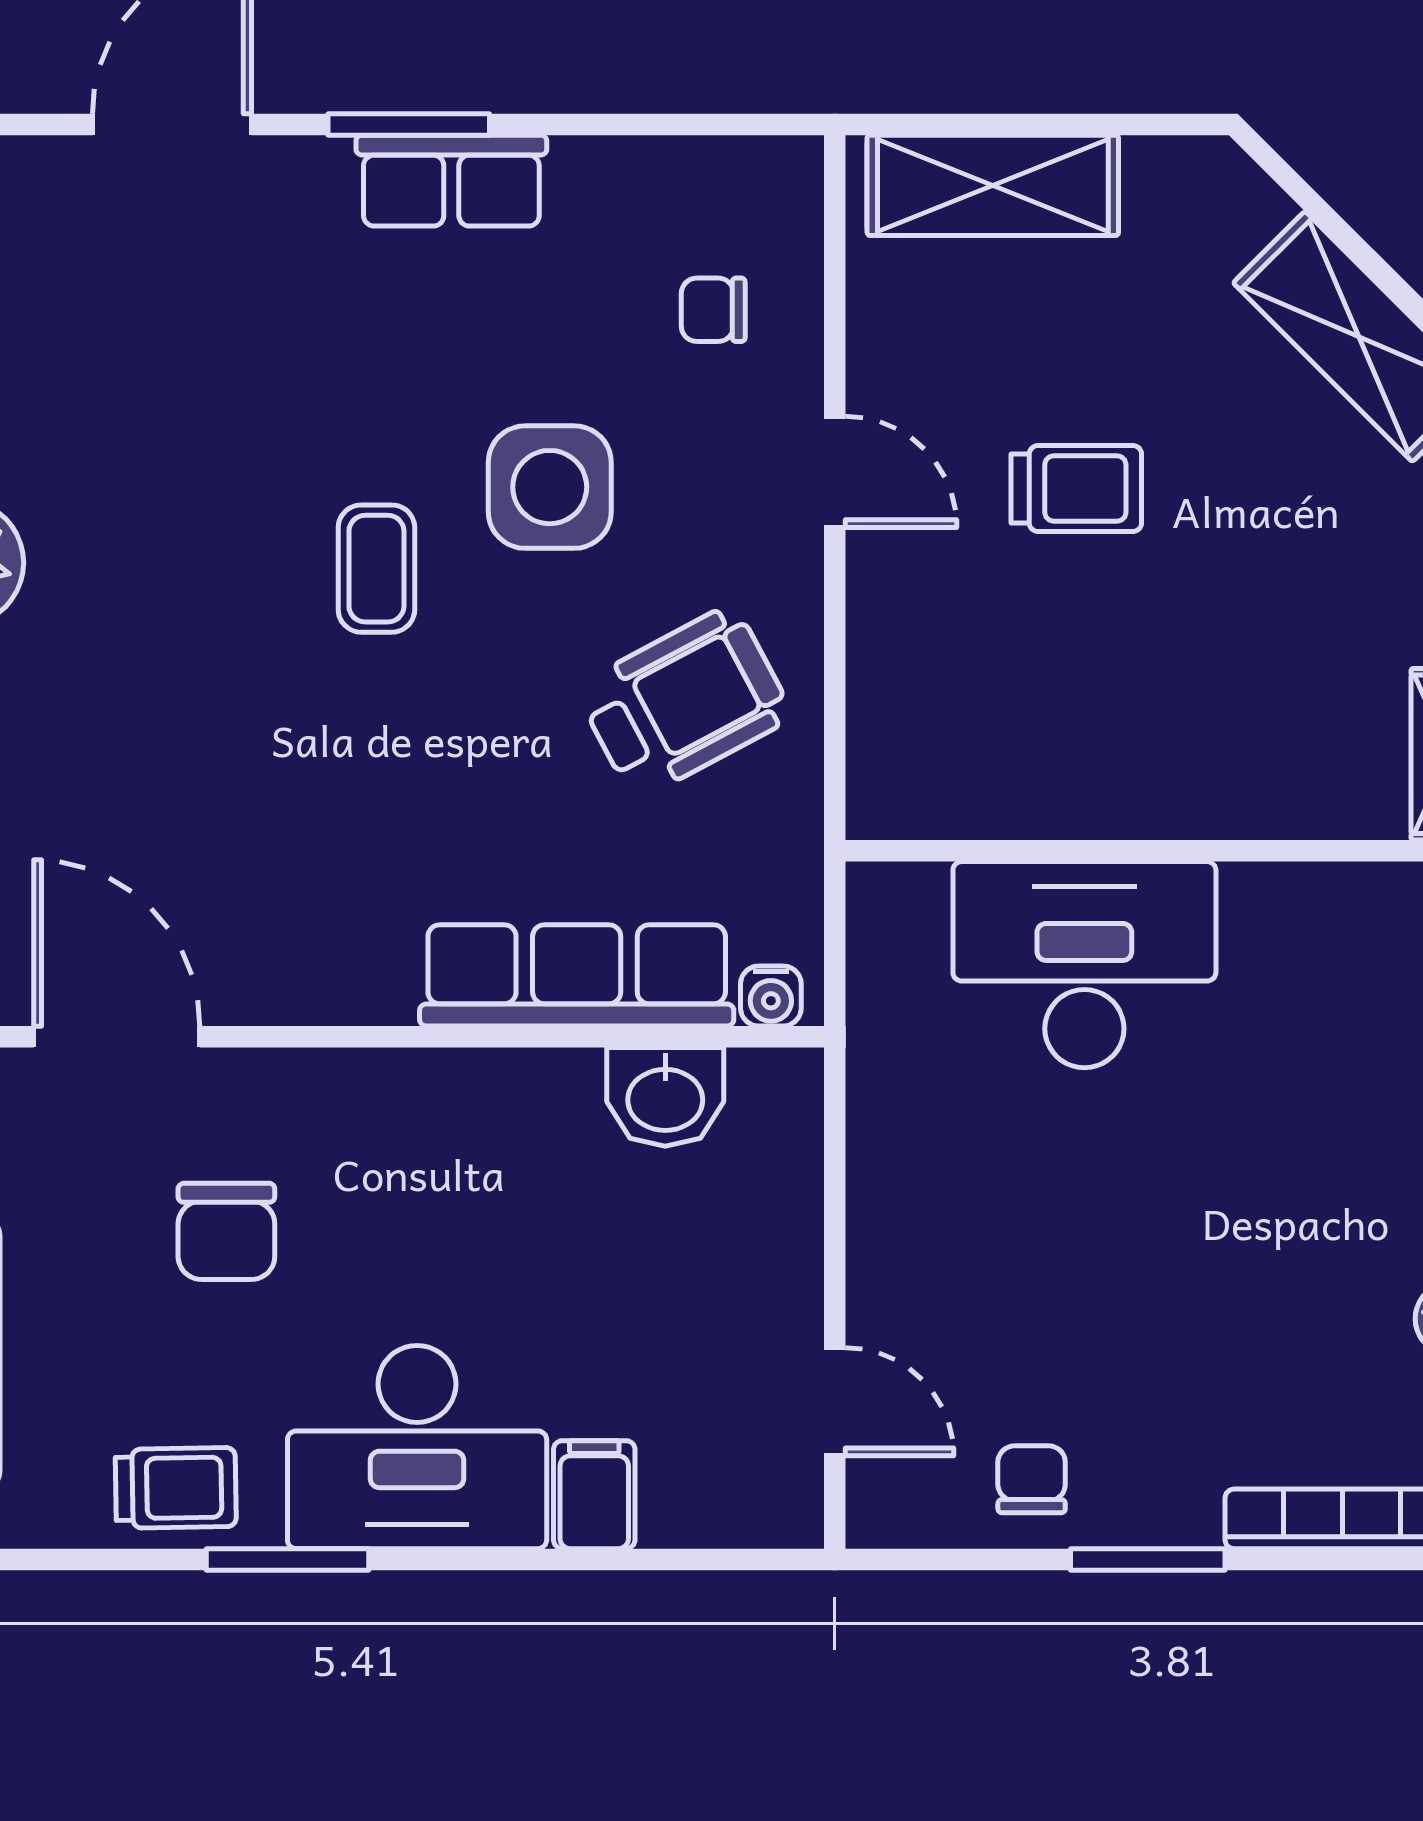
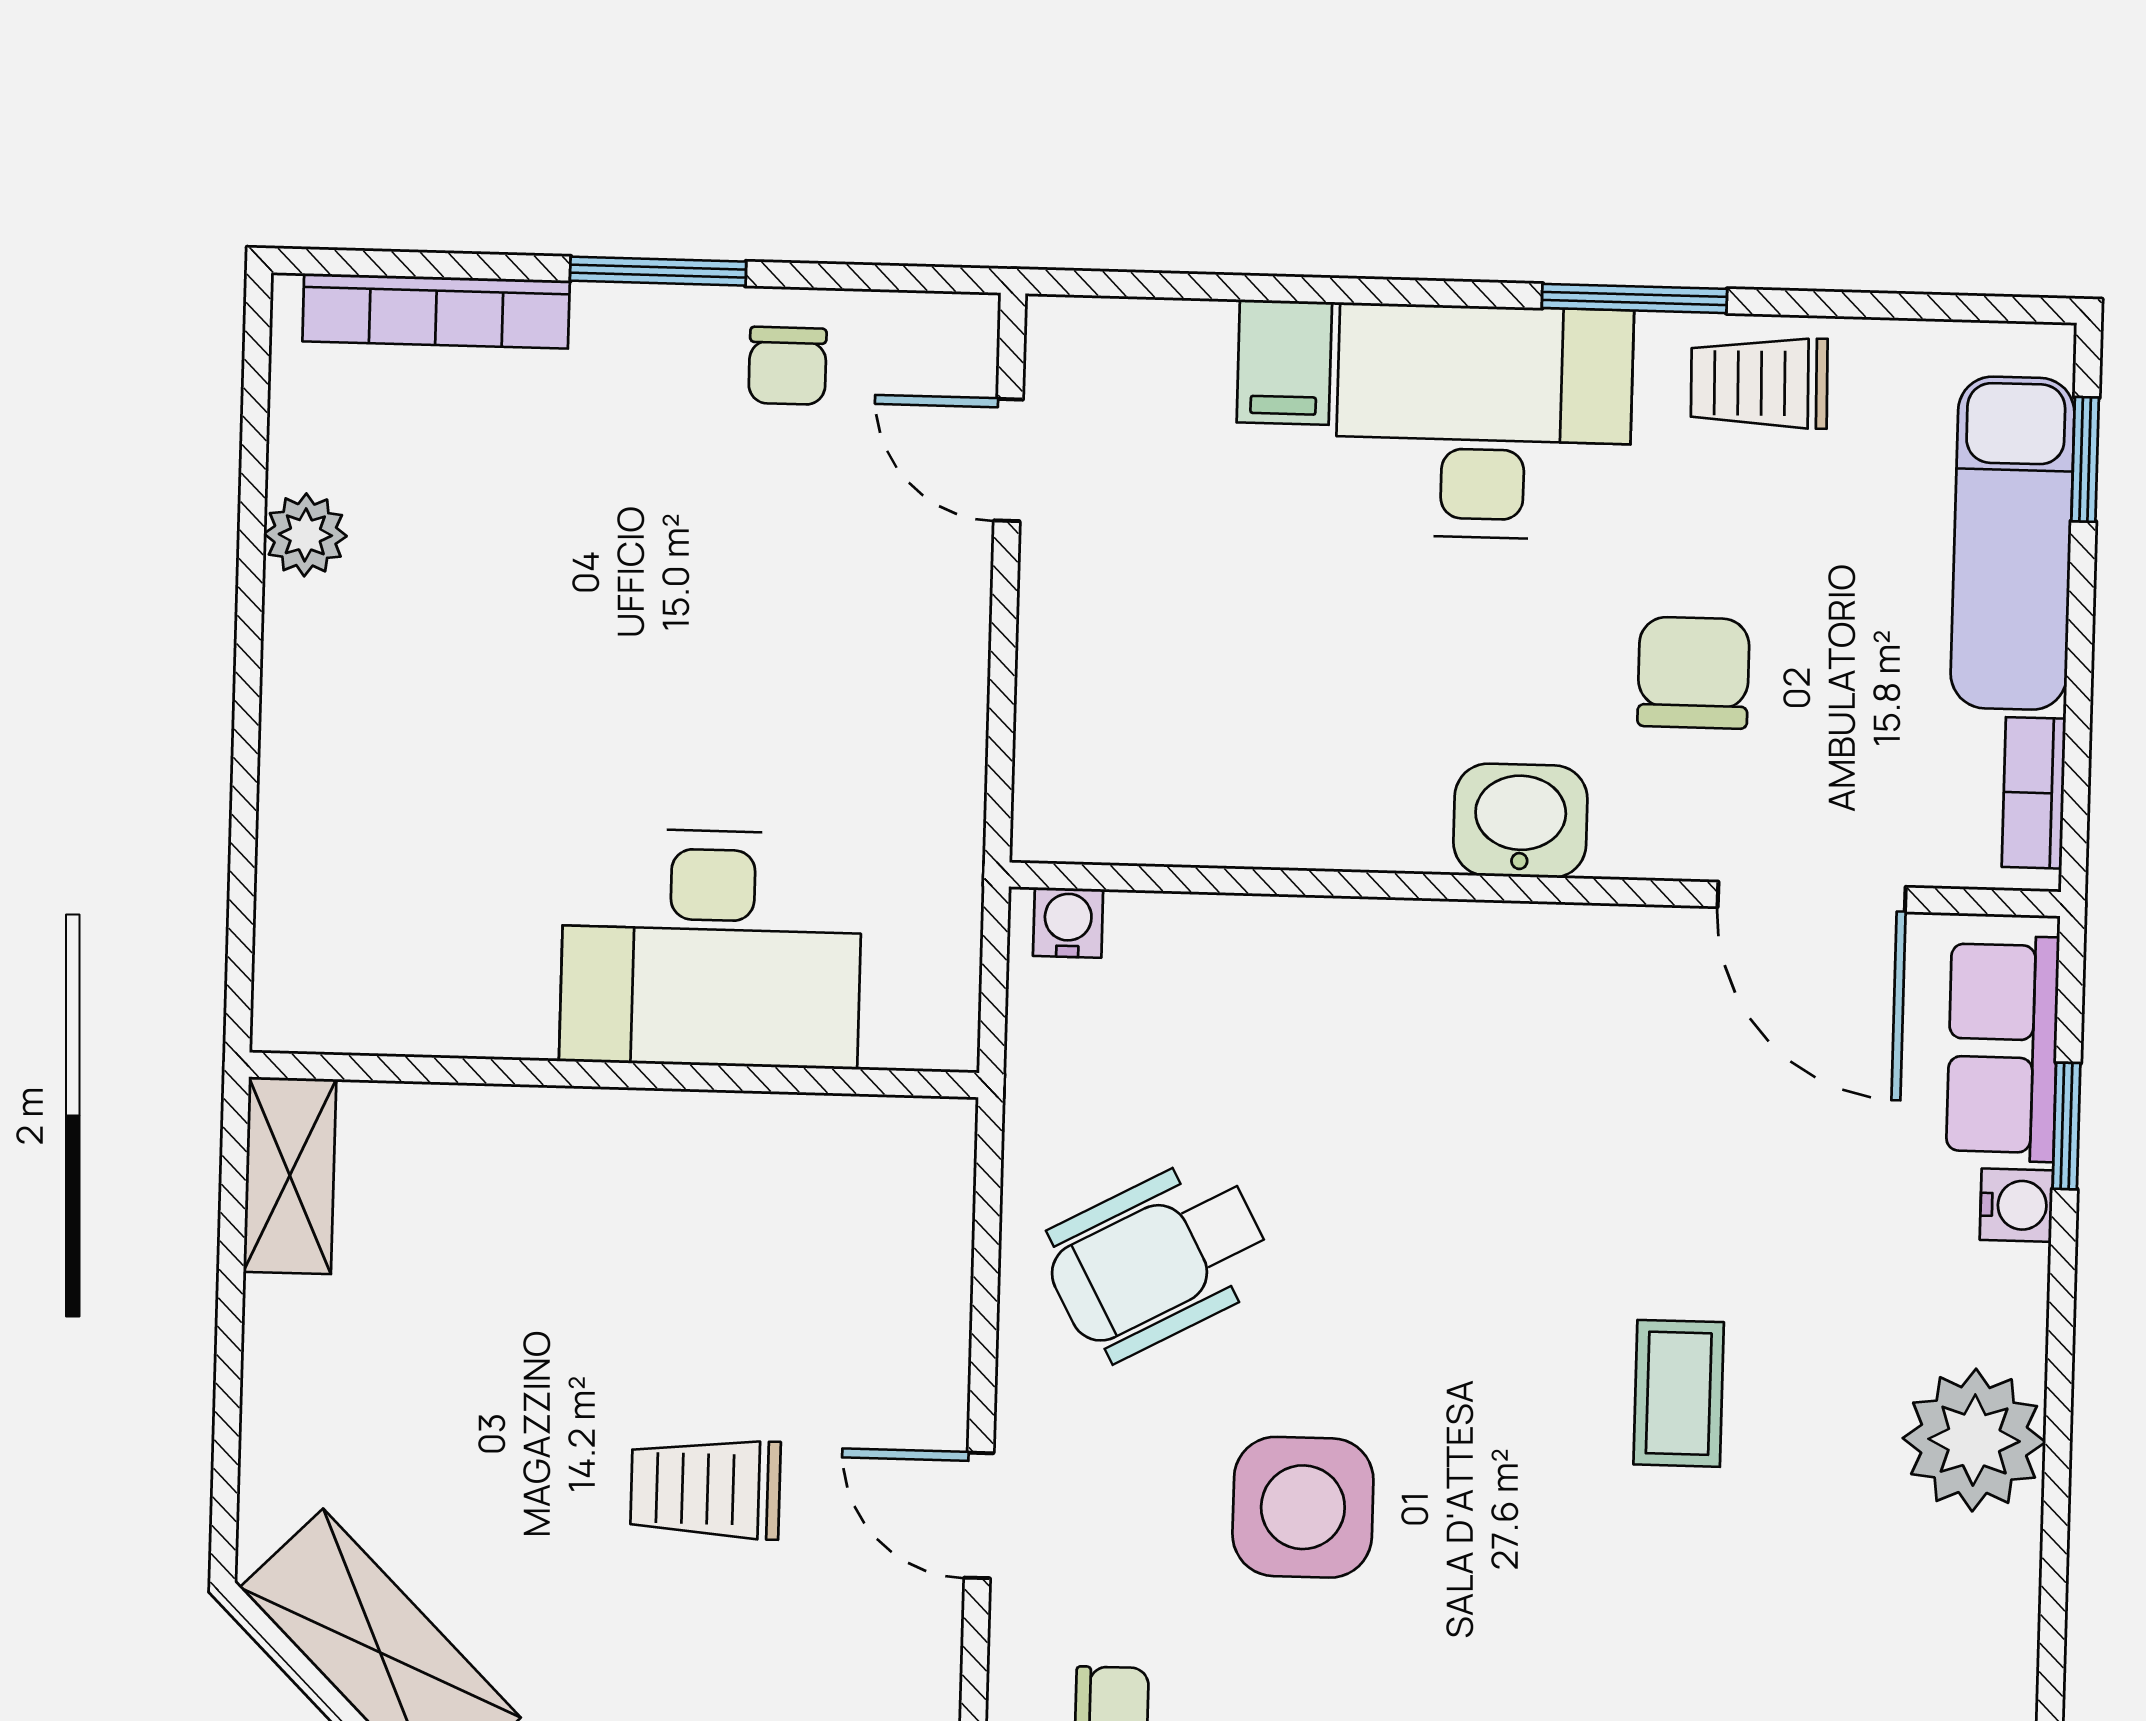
coffee table: (376, 569) -> (1679, 1393), moved
row of seats: (577, 975) -> (1288, 952), removed
washbasin: (665, 1097) -> (1520, 821), moved

